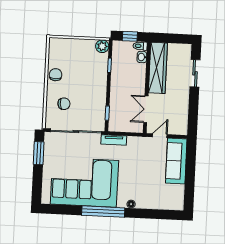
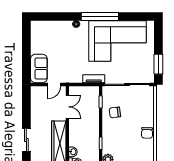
chair: (64, 104) -> (115, 112), moved
sofa: (176, 161) -> (39, 68), width x0.73

